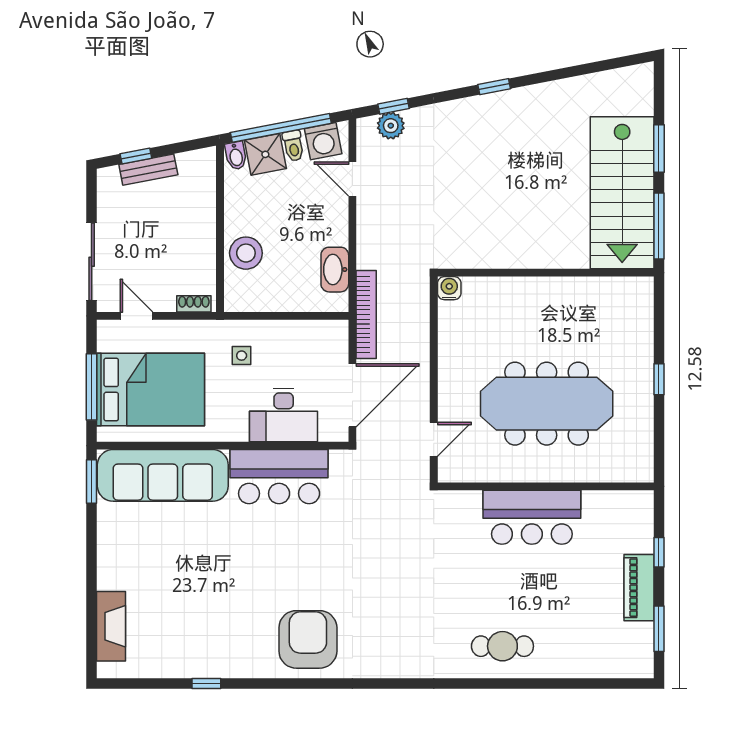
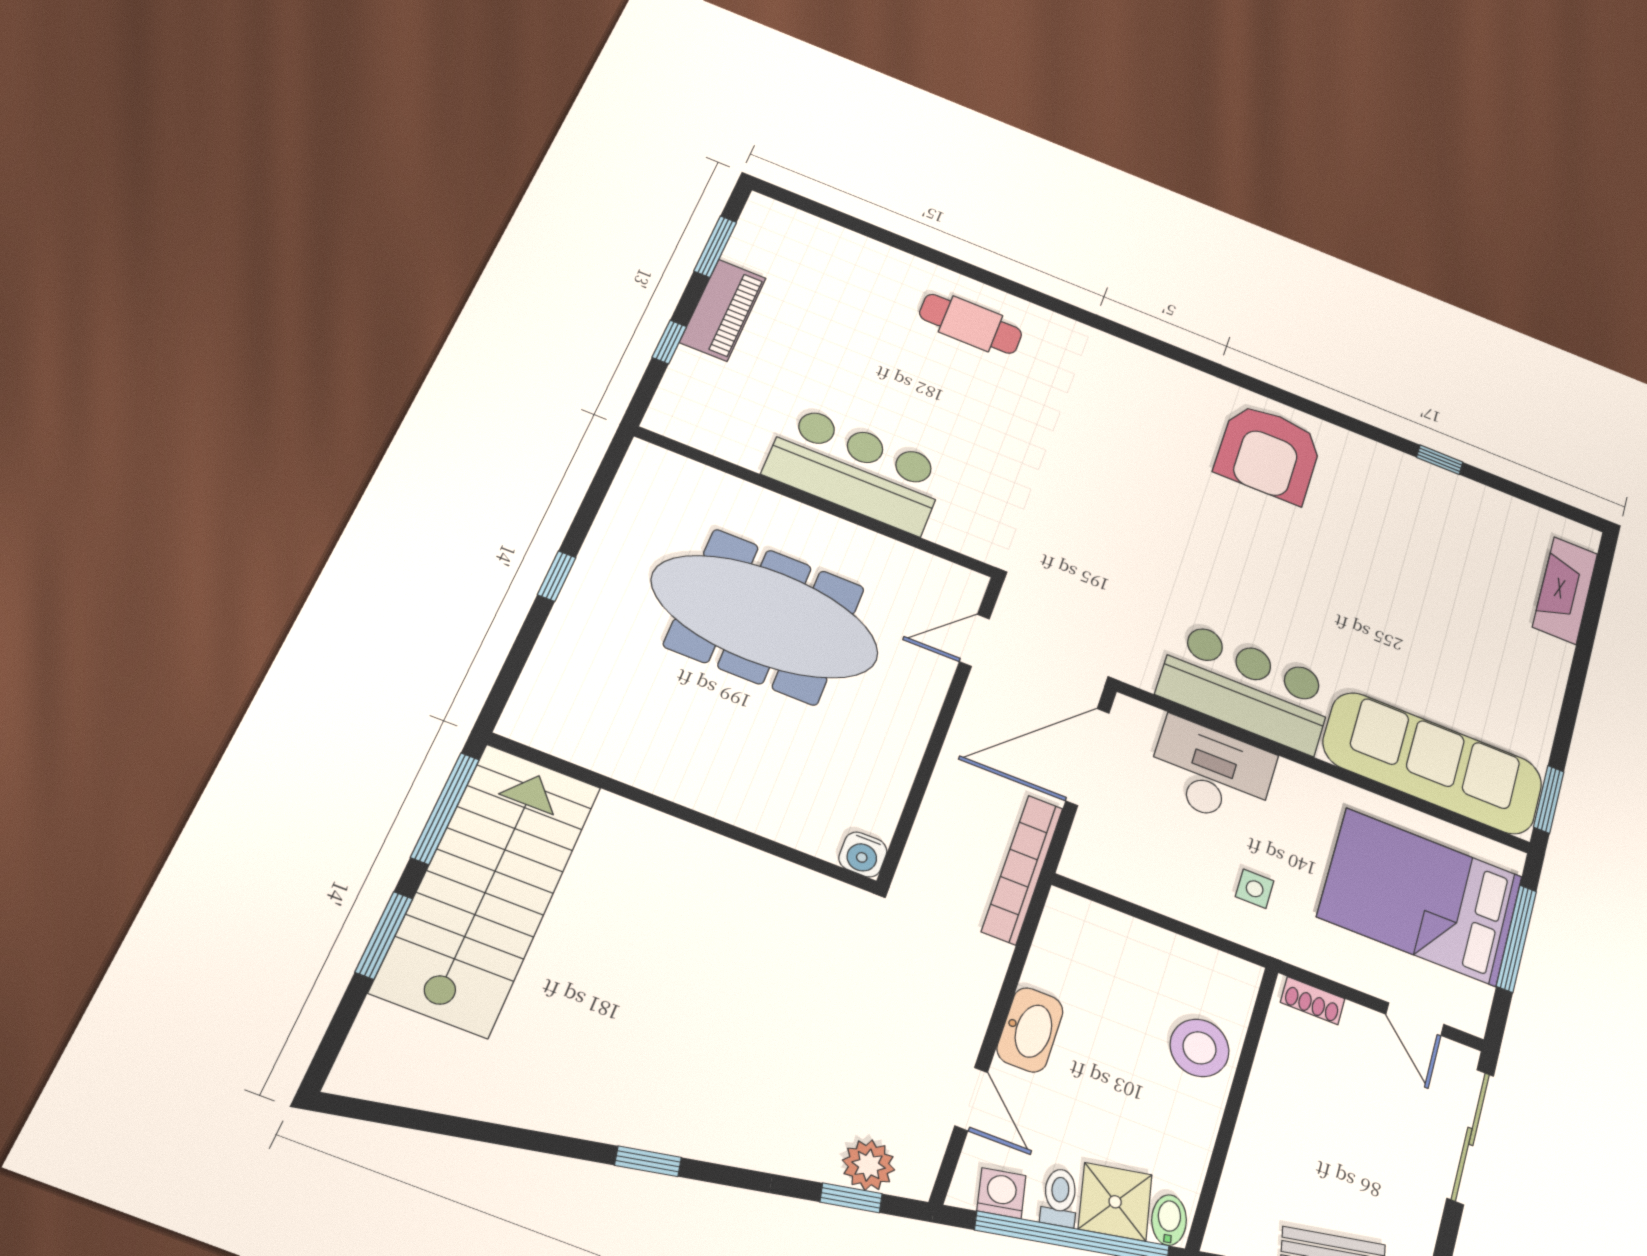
washing machine: (323, 141) -> (1001, 1193), width x0.73, depth x0.73
washbasin: (335, 270) -> (1030, 1030), moved

